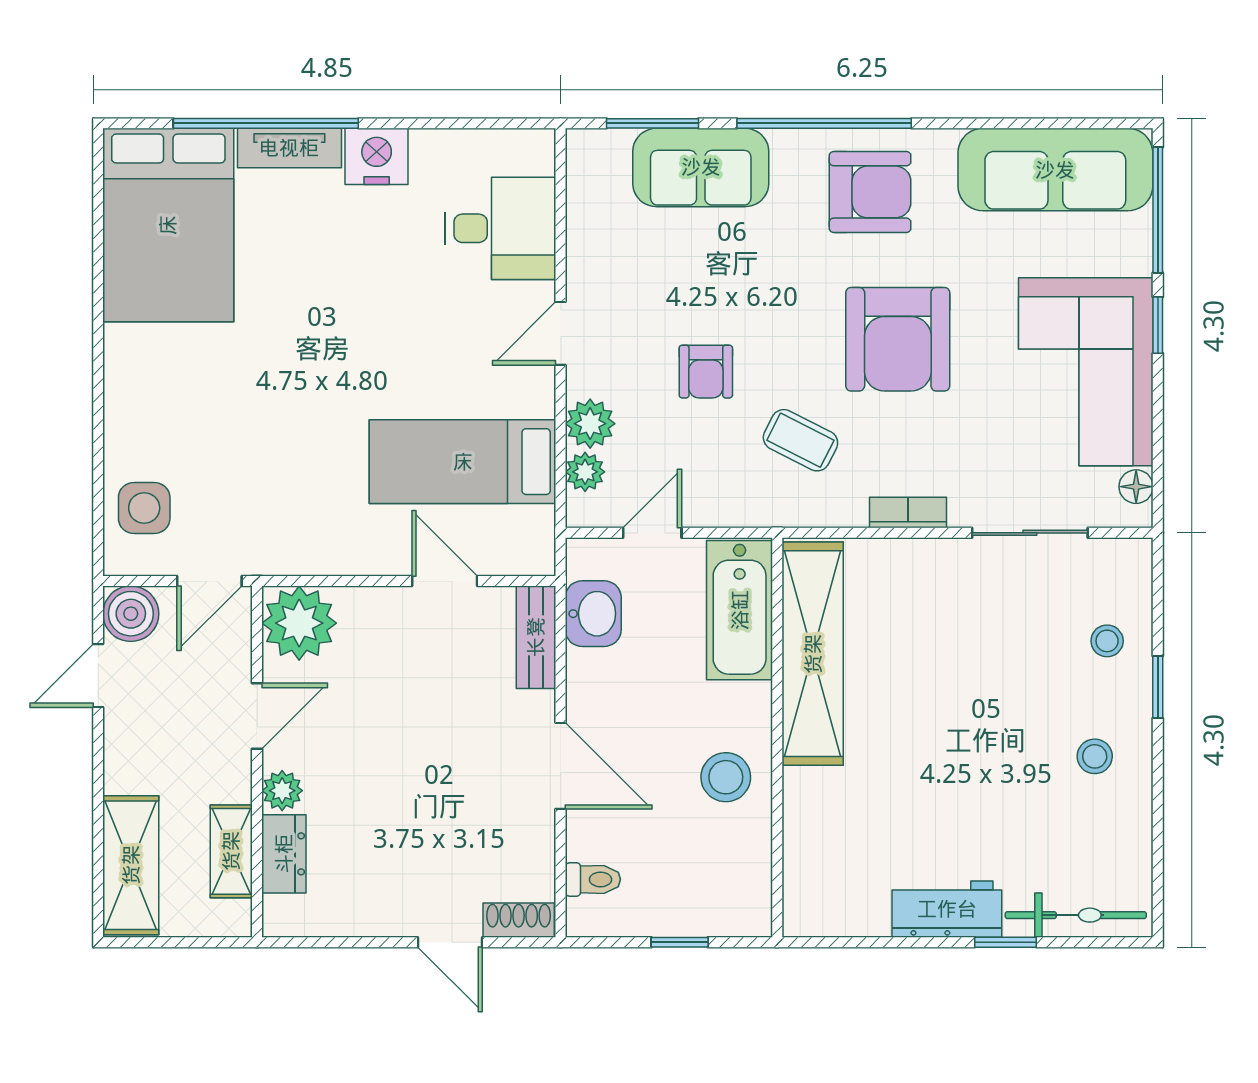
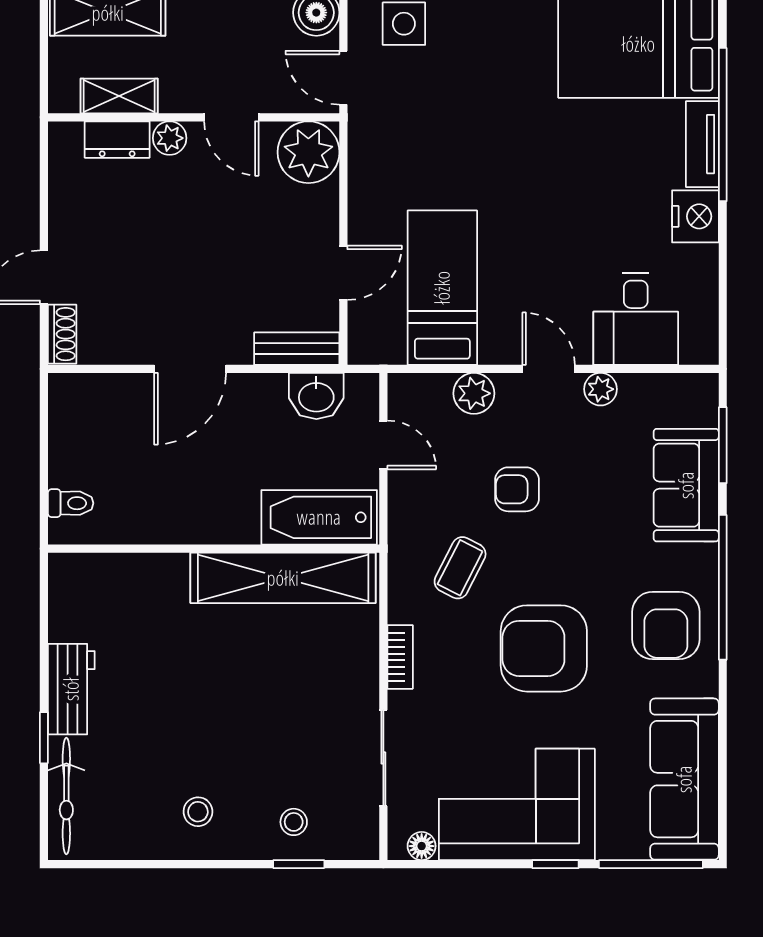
plant: (585, 472) -> (600, 389), moved
window: (1158, 687) -> (299, 864), moved
stool: (726, 777) -> (181, 506), removed
toilet: (593, 879) -> (71, 503), moved, turned -90
window: (680, 942) -> (44, 468), removed

